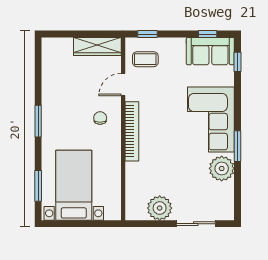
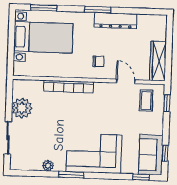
dresser: (50, 99) -> (116, 21), added
bookcase: (132, 131) -> (69, 87), moved
plant: (222, 168) -> (48, 166), width x0.53, depth x0.53

